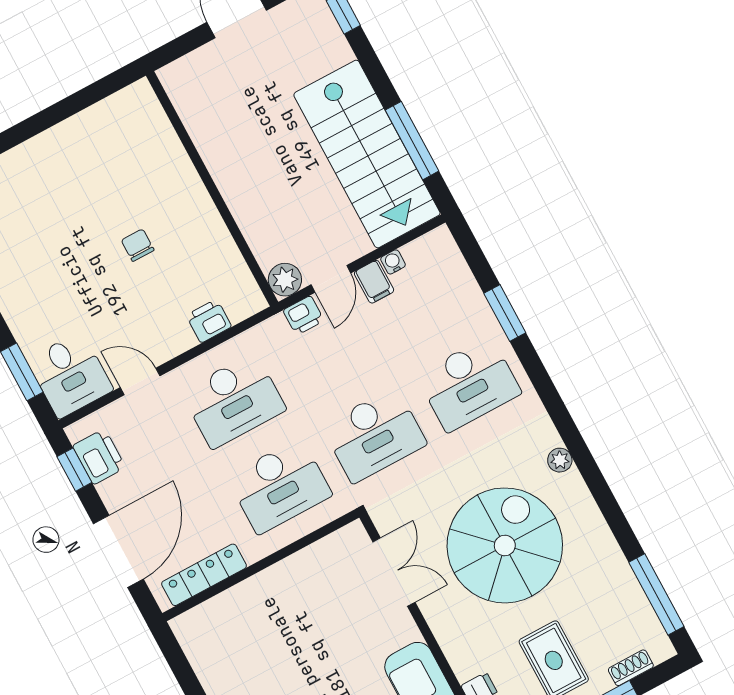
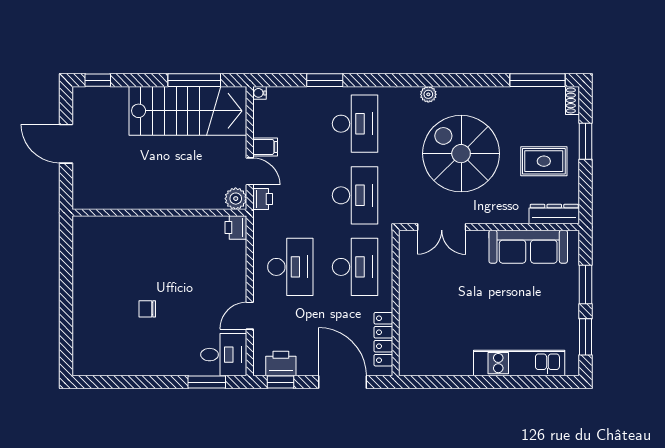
chair: (138, 245) -> (147, 309), moved
water cooler: (393, 262) -> (259, 93), moved
printer: (209, 321) -> (236, 228), moved
double door: (394, 572) -> (442, 227), swing flipped
shoe rack: (631, 668) -> (573, 100), moved

